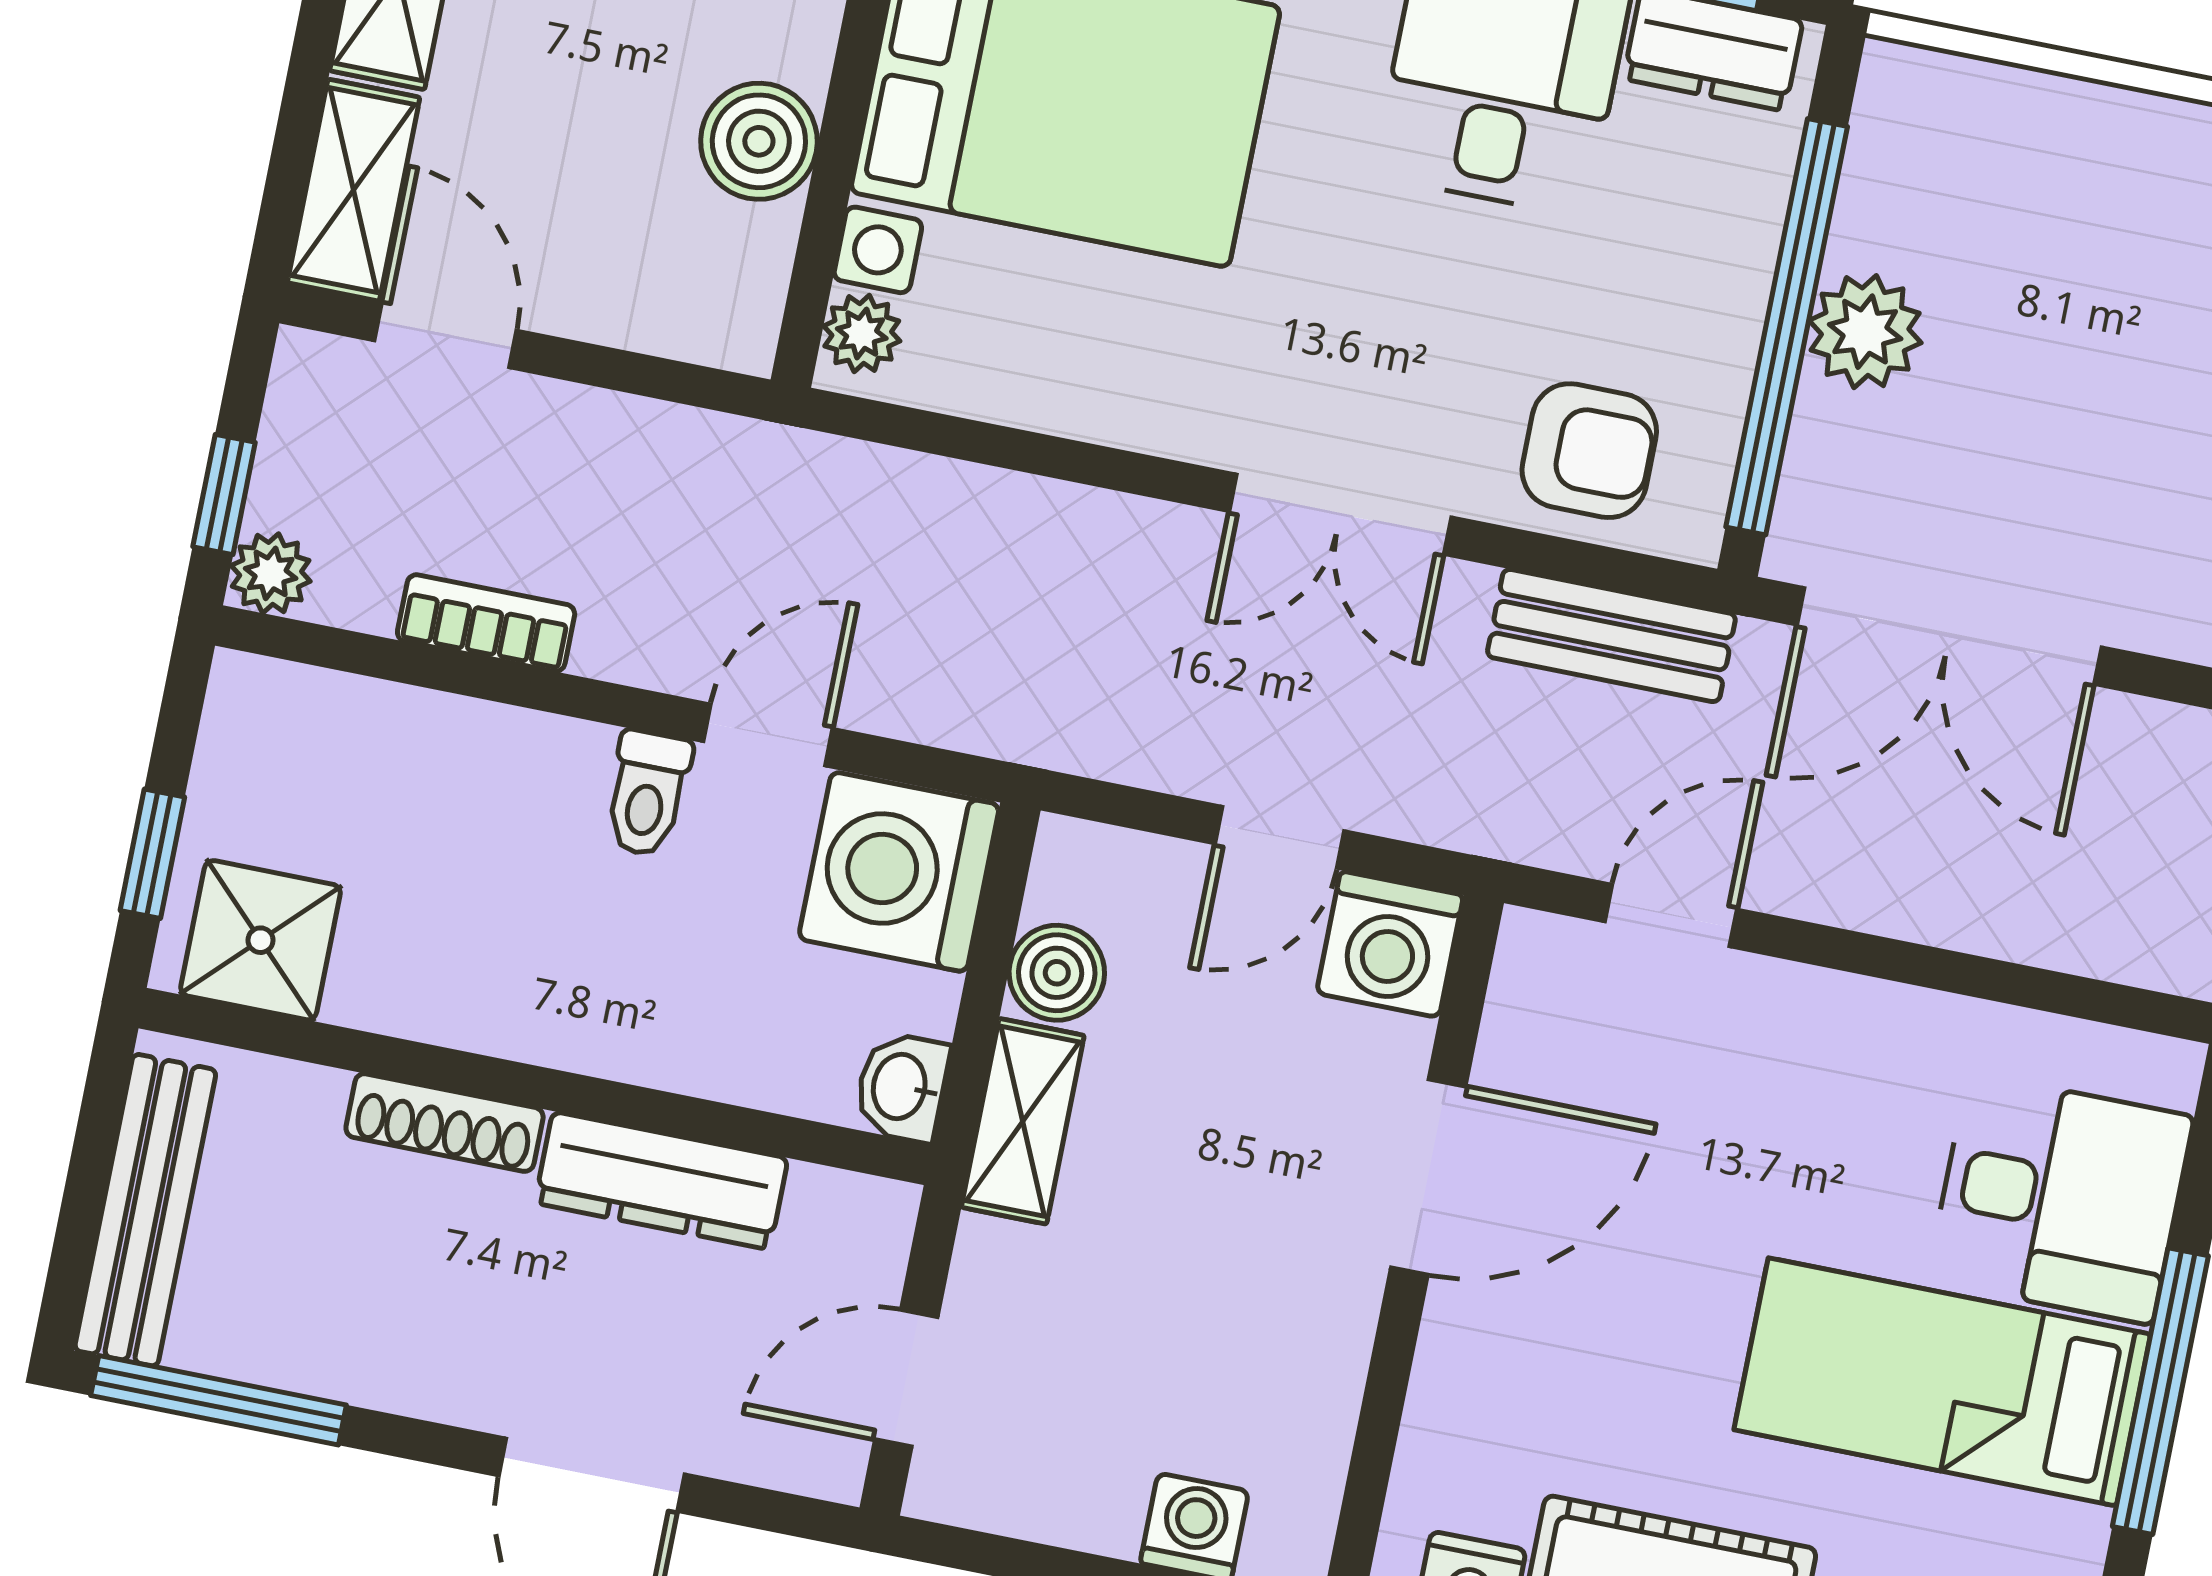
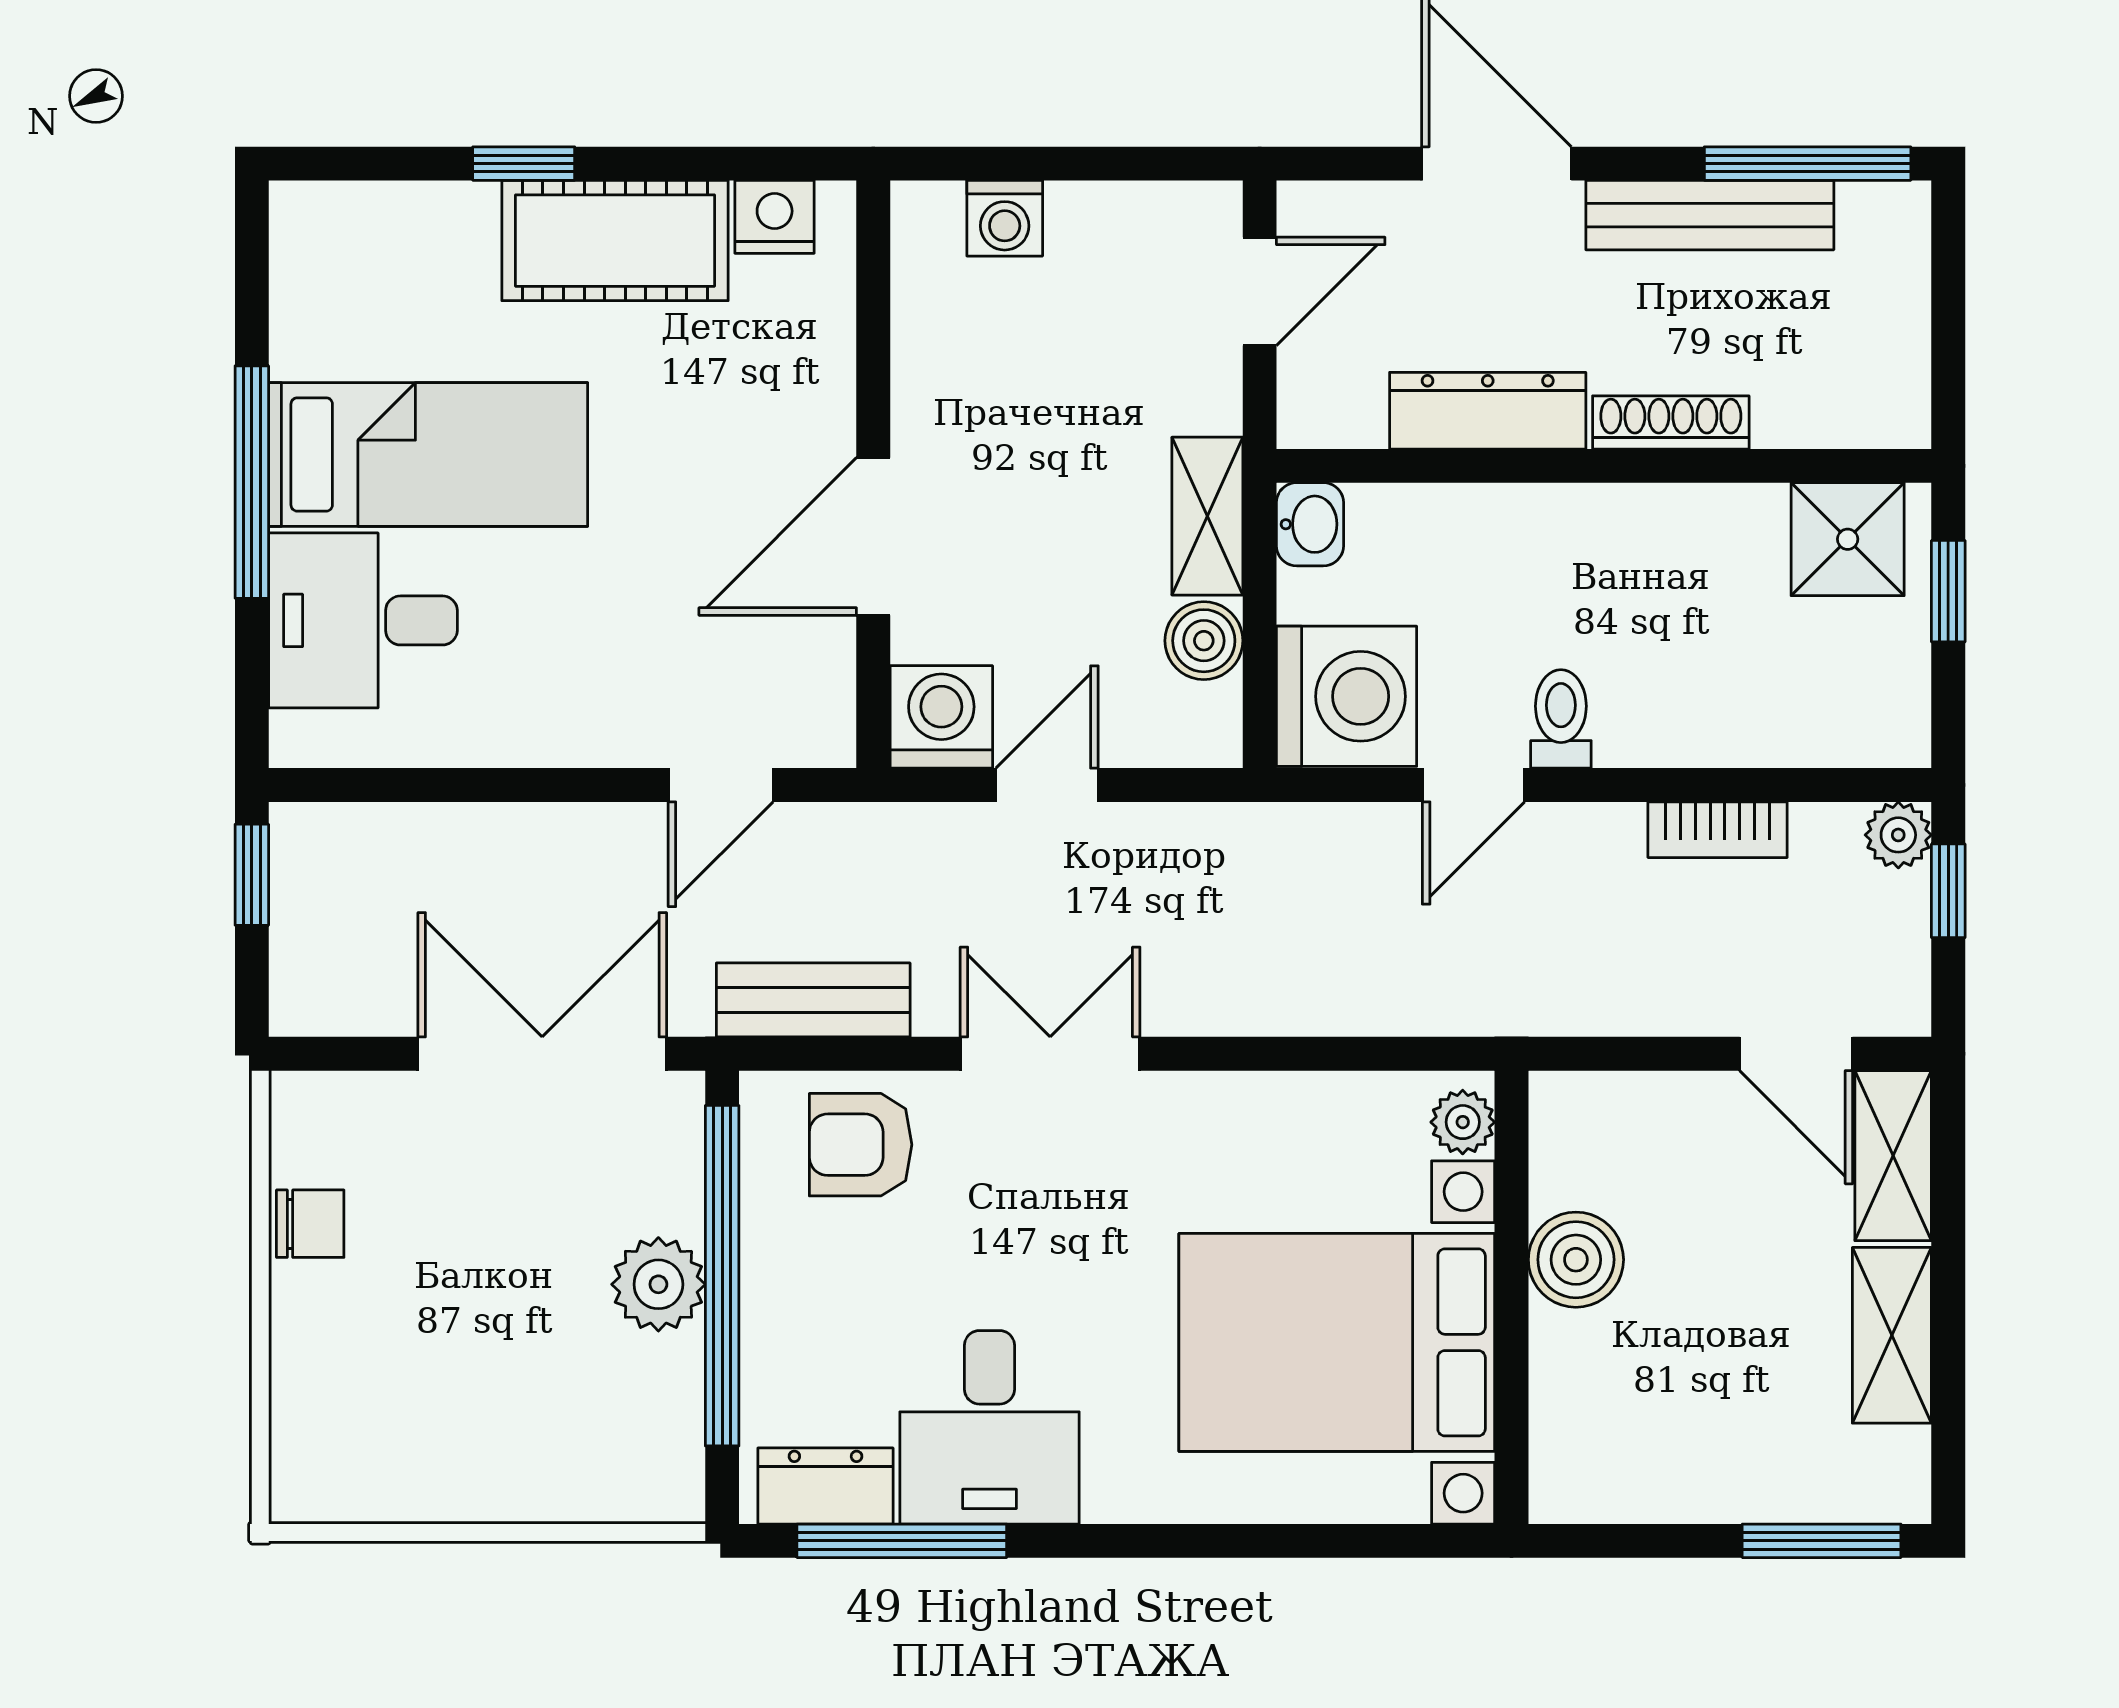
bench: (145, 1210) -> (1710, 215), moved, turned 90

